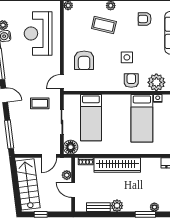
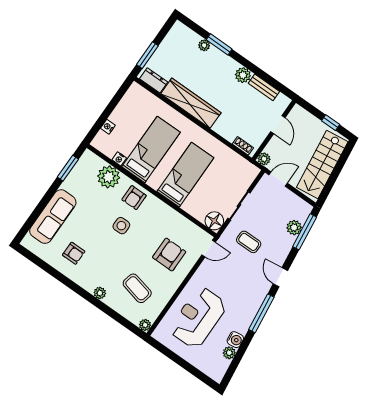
coffee table: (104, 25) -> (137, 288), moved
reception desk: (38, 33) -> (198, 318), turned 180
bed: (91, 118) -> (185, 175), moved
plant: (18, 132) -> (294, 228), added
floor lamp: (71, 147) -> (214, 221), moved
wardrobe: (117, 165) -> (191, 103), moved
plant: (67, 175) -> (264, 159), moved

